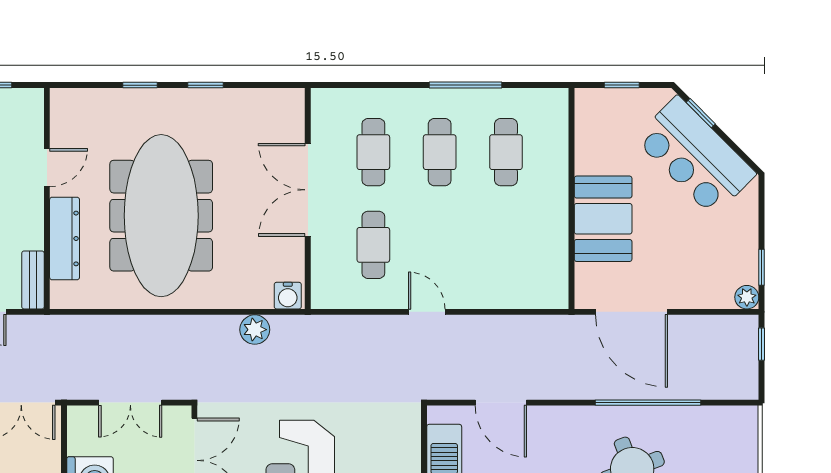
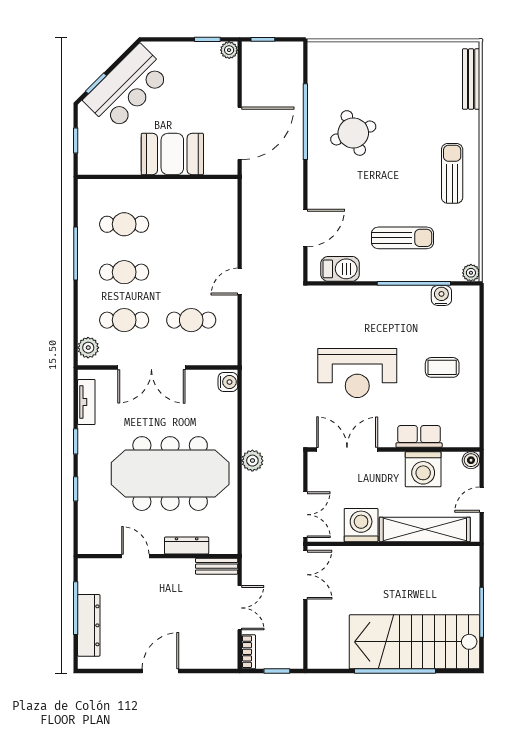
tv unit: (260, 100) -> (86, 402), added
plant: (335, 102) -> (88, 348), added
dresser: (65, 238) -> (187, 546), width x0.73, depth x0.80
plant: (255, 330) -> (252, 461), moved
double door: (130, 403) -> (305, 515), moved

